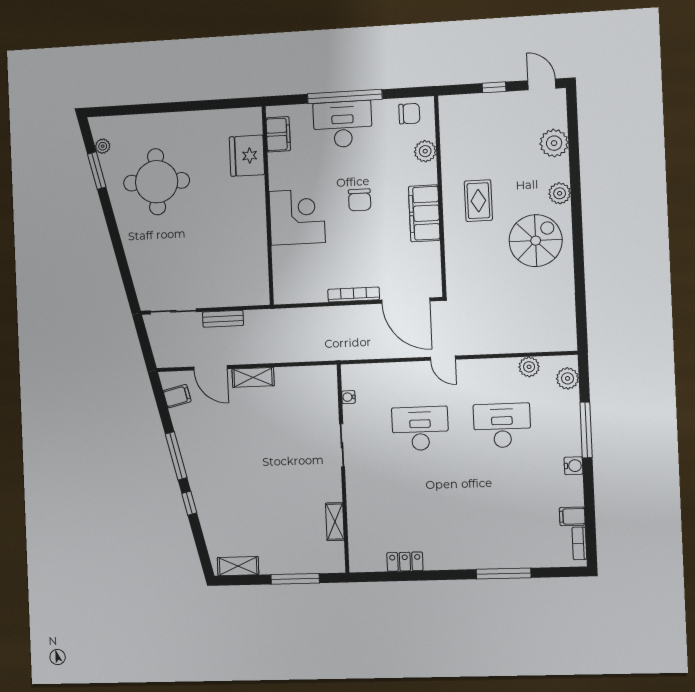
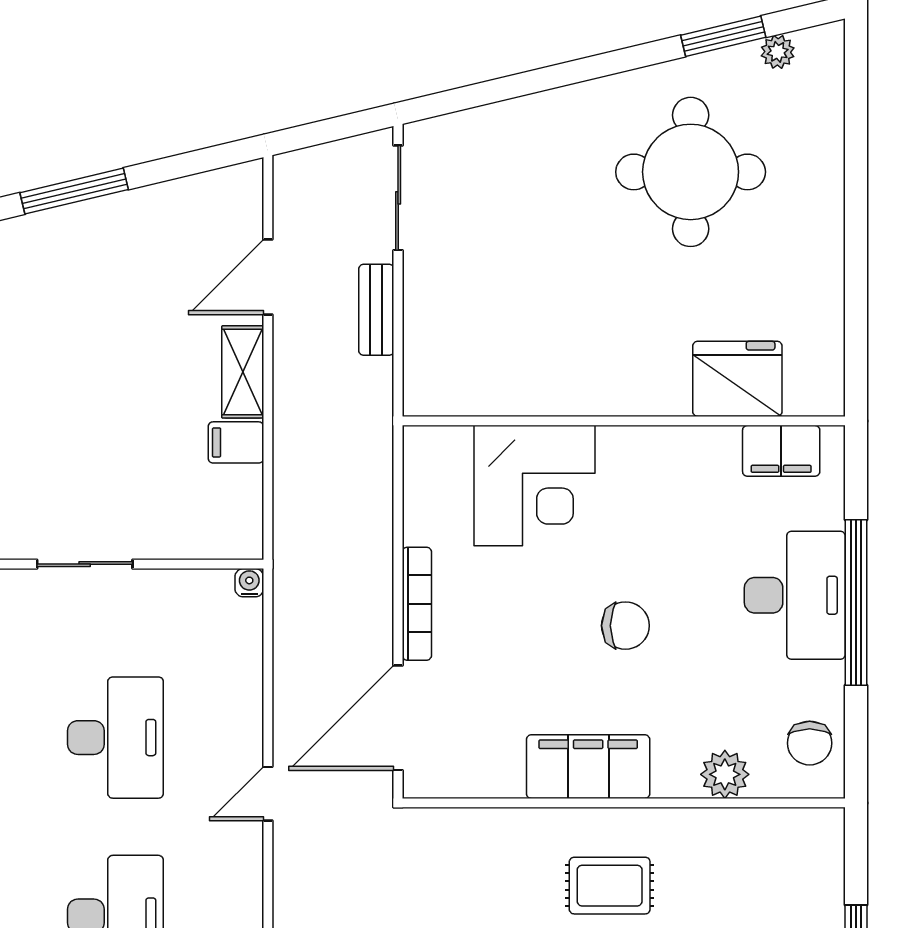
chair: (360, 200) -> (625, 626), turned 180
corner desk: (297, 217) -> (534, 486), moved
filing cabinet: (177, 396) -> (236, 442), moved, turned 103
water cooler: (348, 397) -> (249, 583), moved

